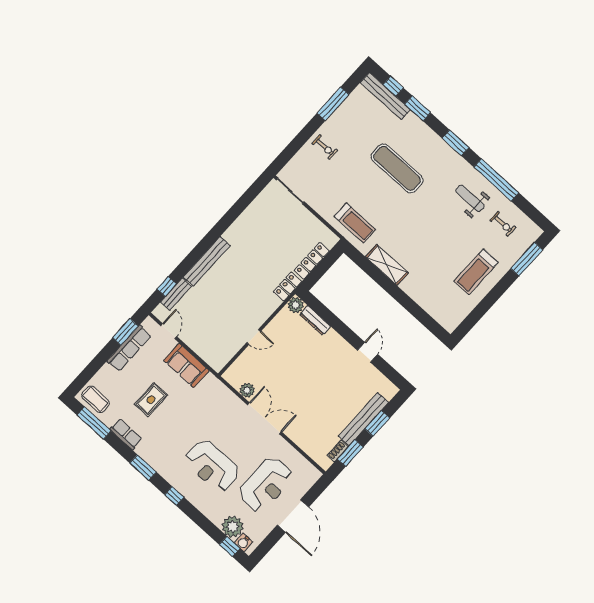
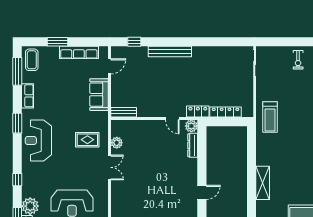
shelving: (387, 265) -> (263, 183), moved
bench: (176, 294) -> (124, 112), moved
window: (125, 332) -> (57, 42), moved
door: (254, 337) -> (172, 118), moved
rug: (151, 400) -> (87, 140), moved
double door: (264, 418) -> (110, 167), width x0.73
reception desk: (212, 466) -> (38, 140), moved
window: (174, 496) -> (17, 180), moved

